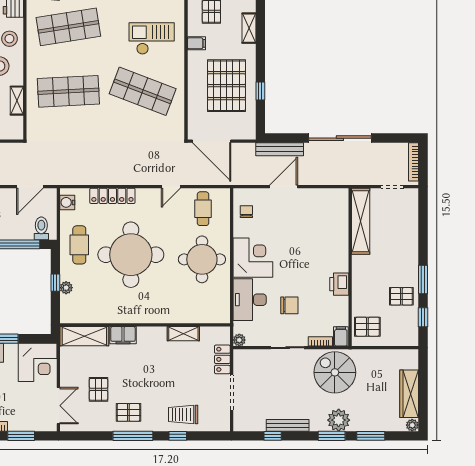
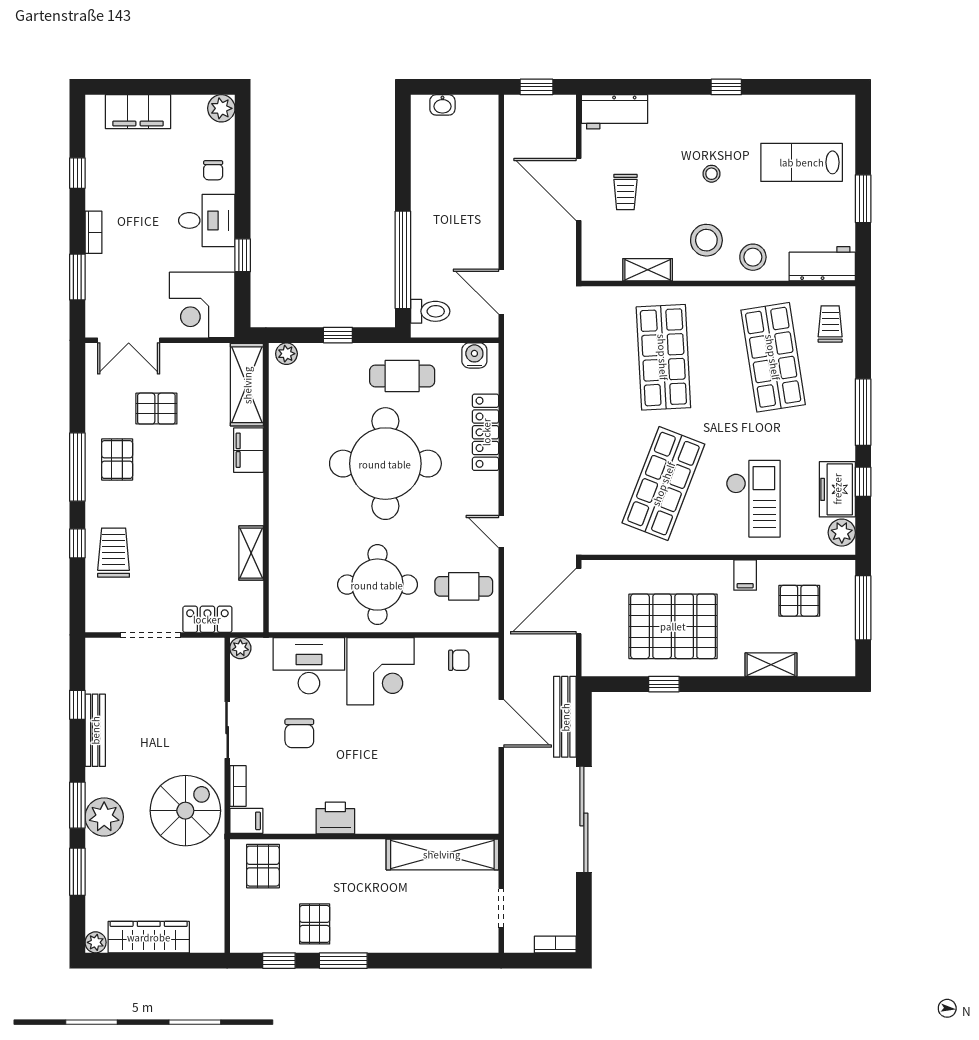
bookcase: (414, 162) -> (555, 944), width x0.64
plant: (66, 288) -> (286, 354), moved

